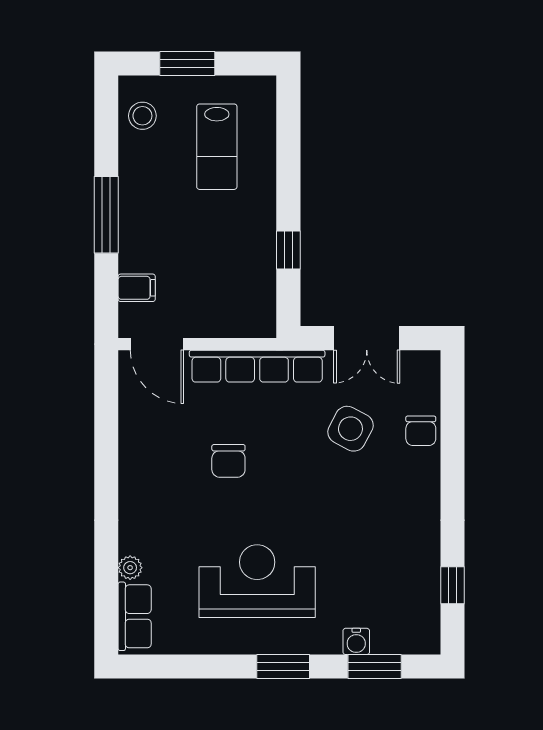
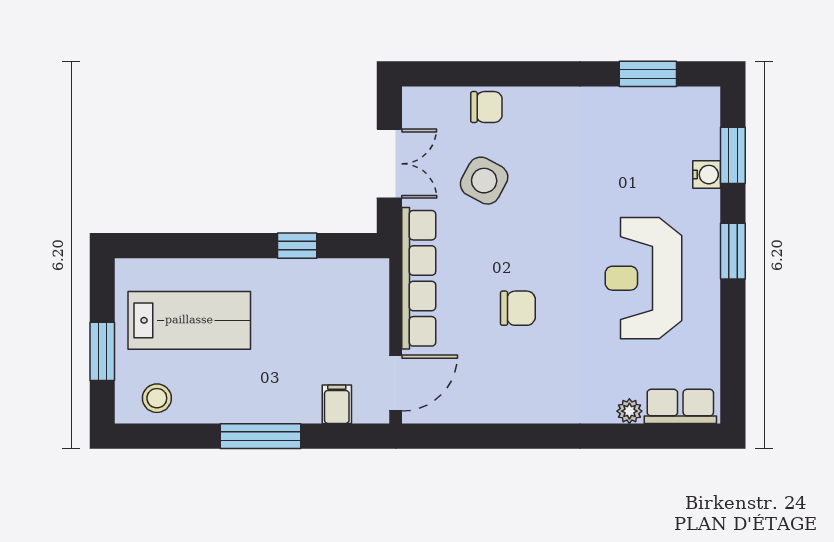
lab bench: (217, 147) -> (189, 320), width x1.36, depth x1.39
window: (453, 585) -> (648, 74), width x1.50

